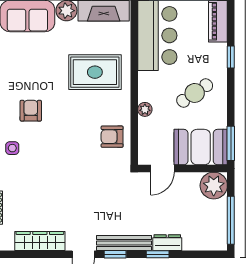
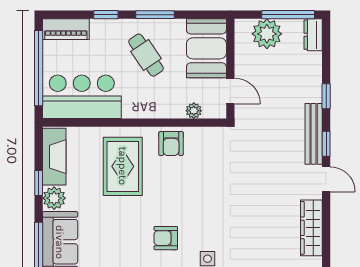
plant: (145, 109) -> (194, 111), moved
armchair: (112, 137) -> (171, 144), moved
window: (231, 143) -> (155, 15), moved
plant: (214, 186) -> (267, 34), moved
dresser: (167, 243) -> (313, 35), moved

